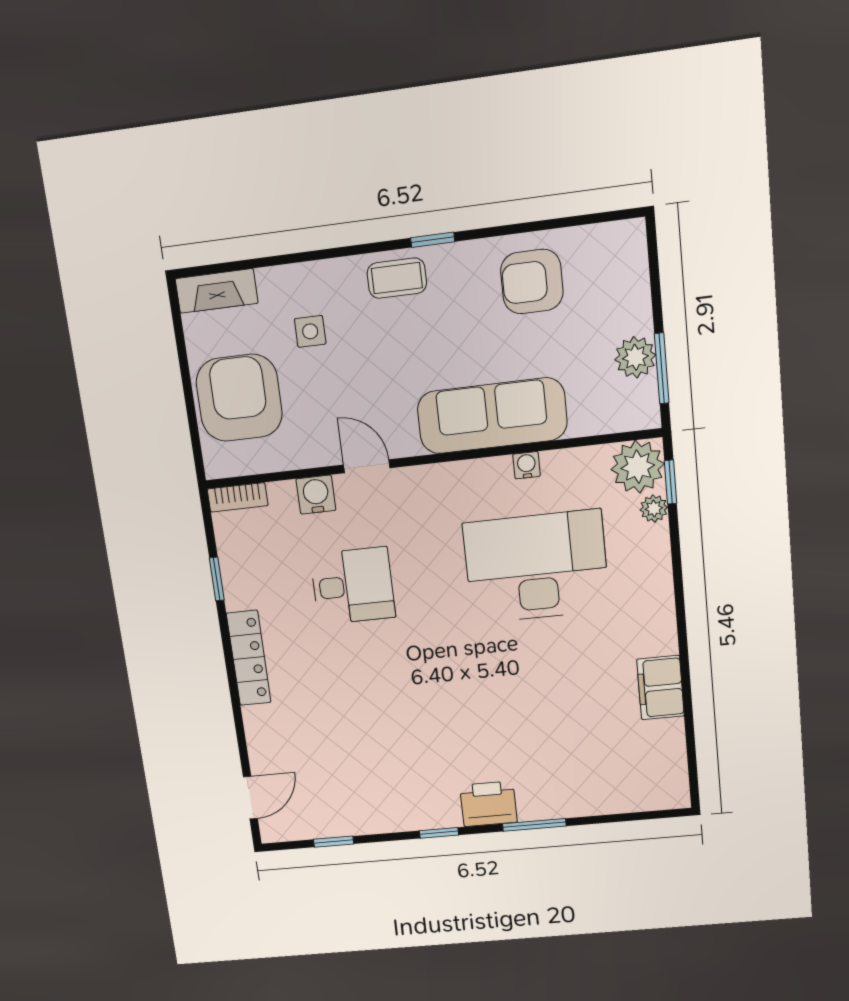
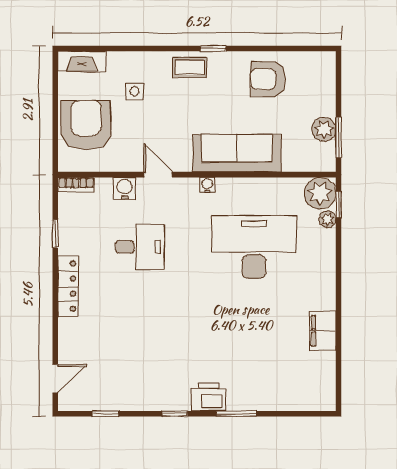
water cooler: (526, 465) -> (207, 185), moved

